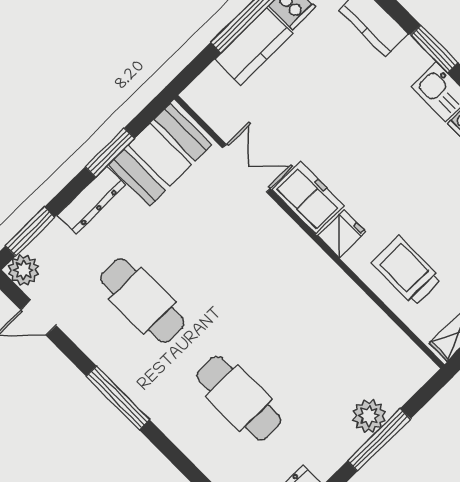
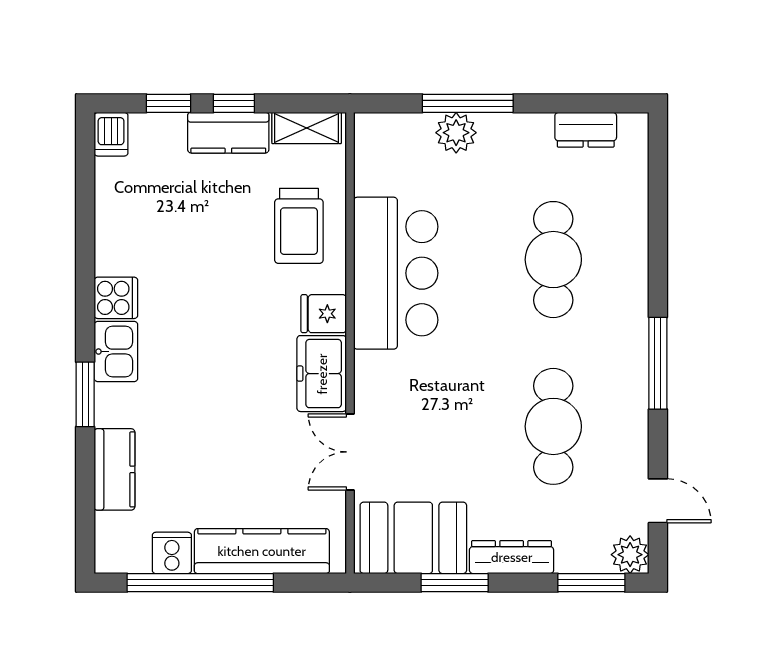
kitchen counter: (254, 47) -> (262, 551), width x1.50
bar counter: (323, 299) -> (396, 273), added

